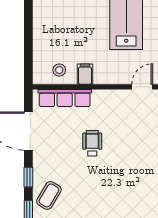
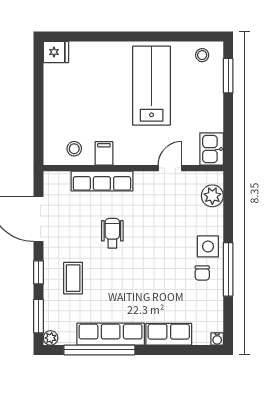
row of seats: (65, 98) -> (102, 181), moved
coffee table: (49, 195) -> (73, 278), moved, turned -31

